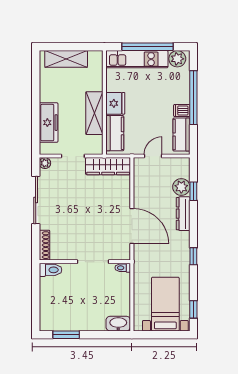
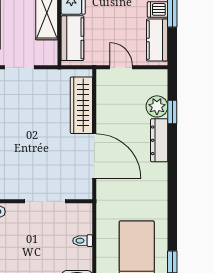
door: (153, 156) -> (121, 67), hinge flipped
wardrobe: (108, 166) -> (81, 105), moved, turned 90
window: (193, 256) -> (172, 194), removed
toilet: (123, 268) -> (83, 241), moved

